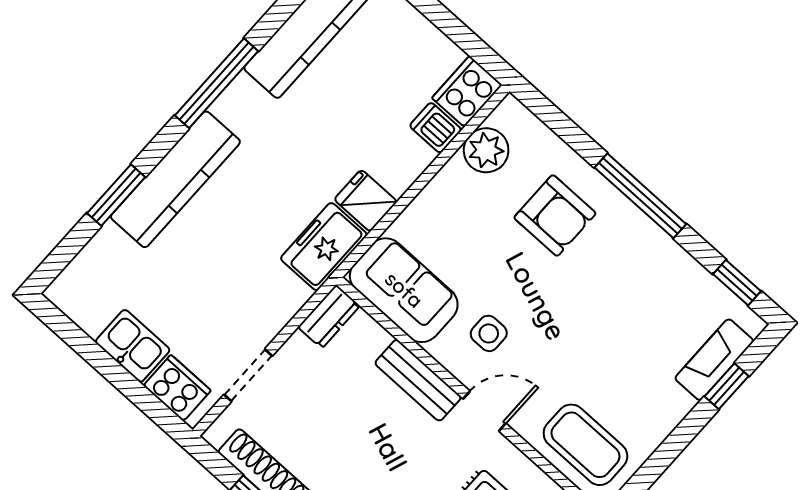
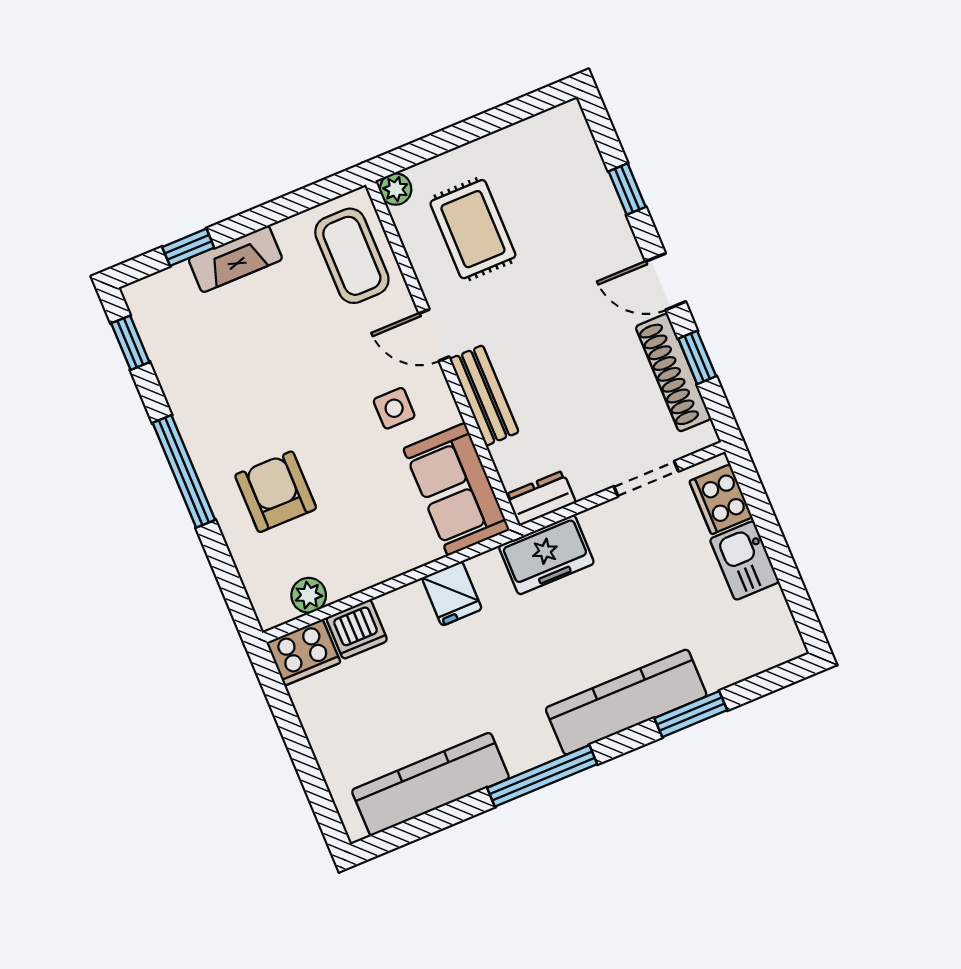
dishwasher: (436, 128) -> (357, 629), width x1.38
plant: (486, 150) -> (309, 595), width x0.73, depth x0.73
freezer: (324, 247) -> (546, 555), moved
fireplace: (714, 360) -> (235, 259), moved

